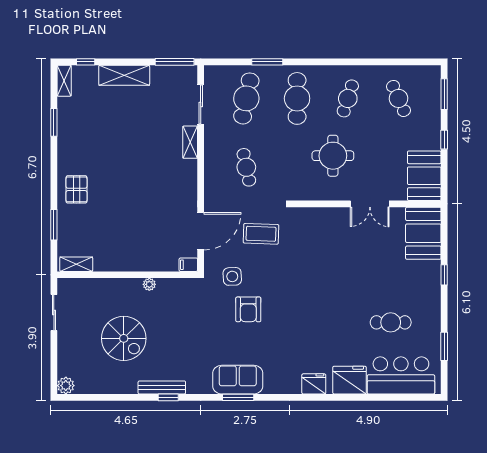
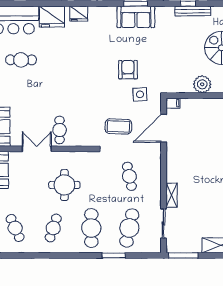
cafe table: (339, 229) -> (60, 130), added
plant: (149, 284) -> (202, 84), width x1.87, depth x1.87

